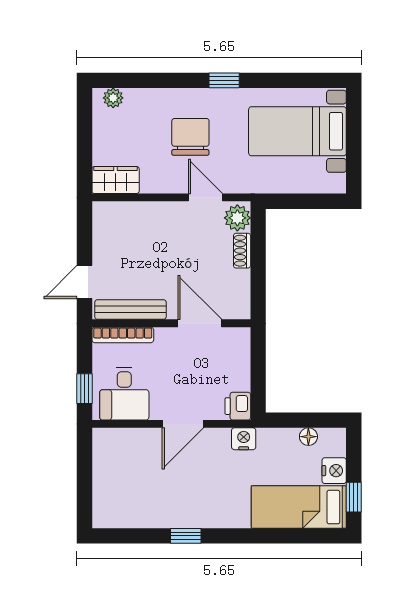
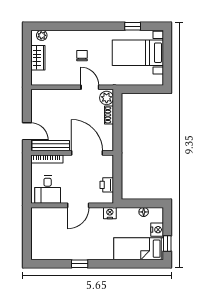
window: (224, 80) -> (133, 26), moved
chair: (190, 137) -> (82, 56), width x0.54, depth x0.54
wardrobe: (116, 180) -> (38, 58), moved, turned 90
door: (84, 282) -> (27, 131), swing flipped
door: (200, 323) -> (87, 153), width x1.36
window: (84, 389) -> (27, 187), removed
printer: (238, 406) -> (107, 185), moved

